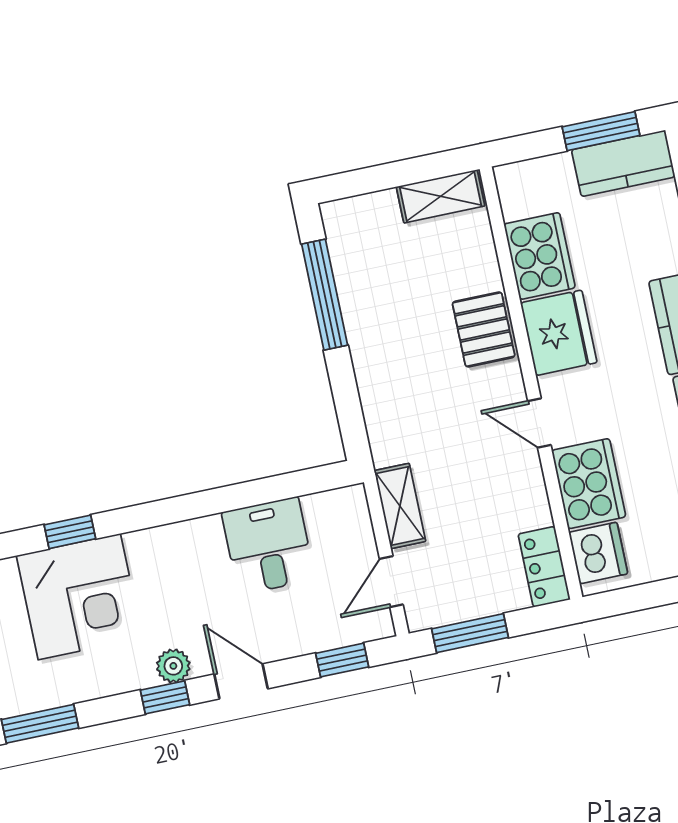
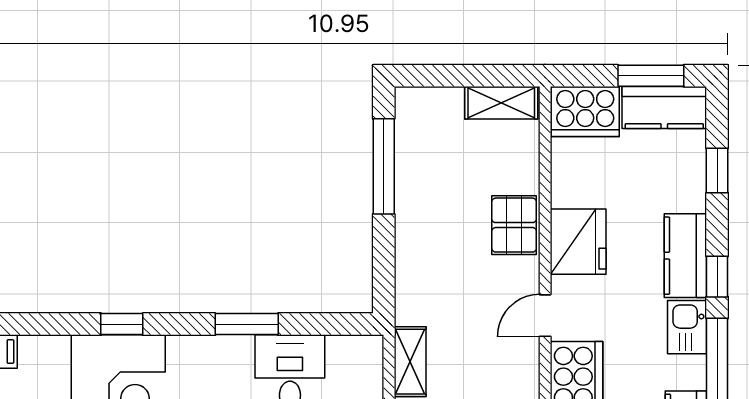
cooker: (540, 256) -> (585, 112), moved, turned 90
door: (539, 423) -> (545, 316), hinge flipped
window: (209, 502) -> (247, 324), added

